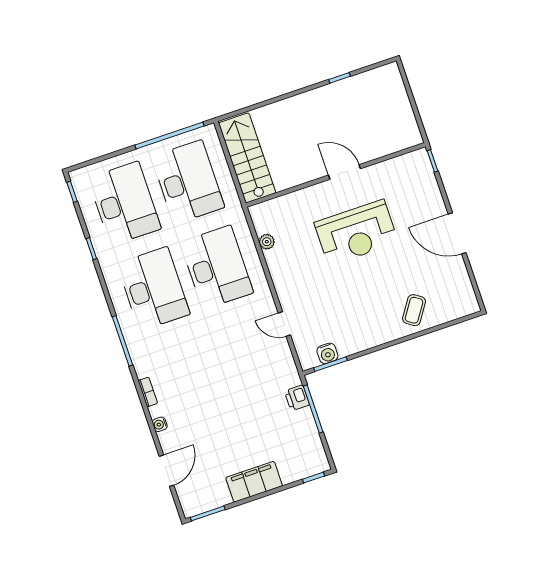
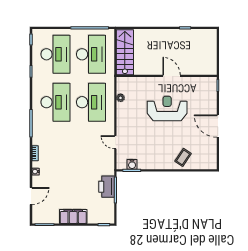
reception desk: (356, 233) -> (167, 109), turned 180
printer: (297, 398) -> (107, 187), width x1.87, depth x1.48

